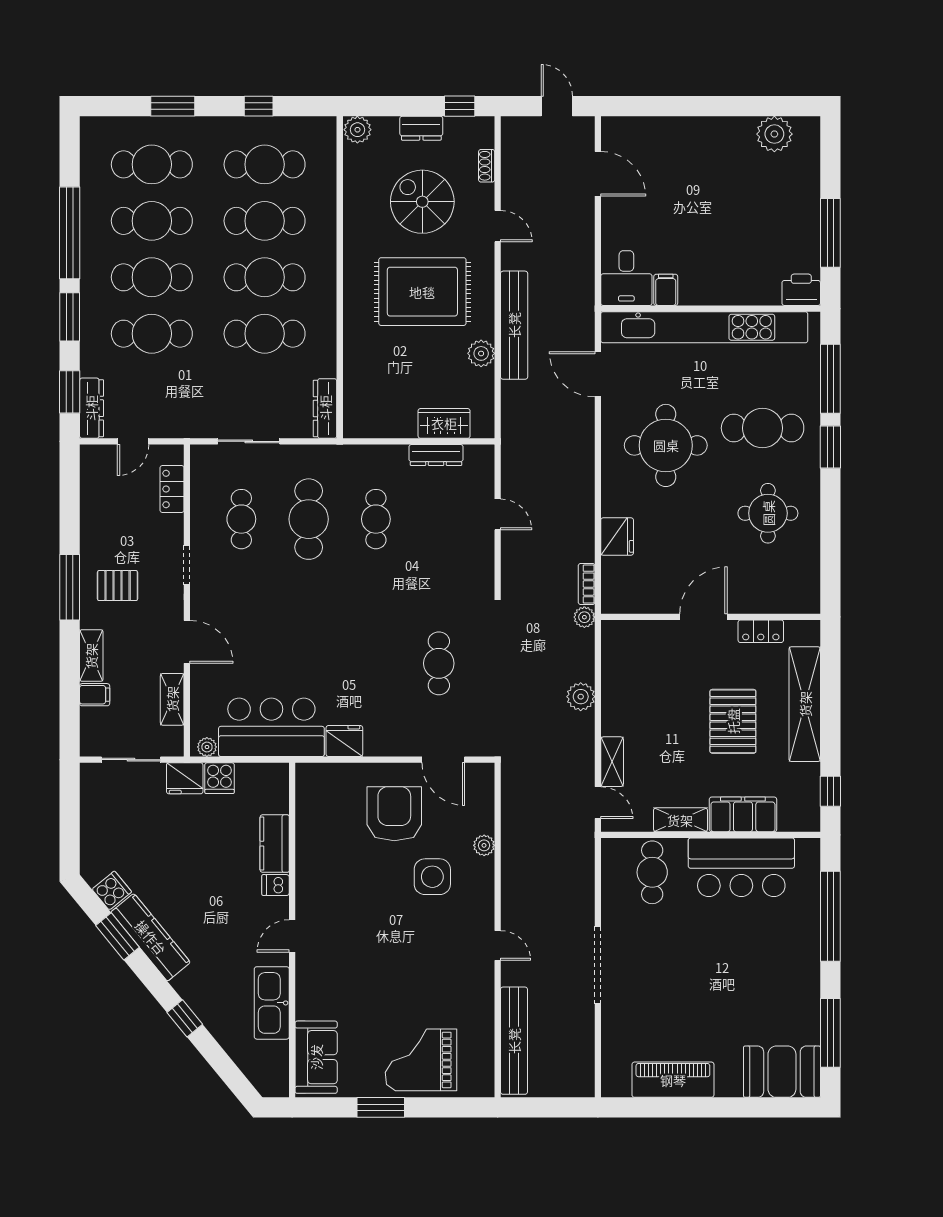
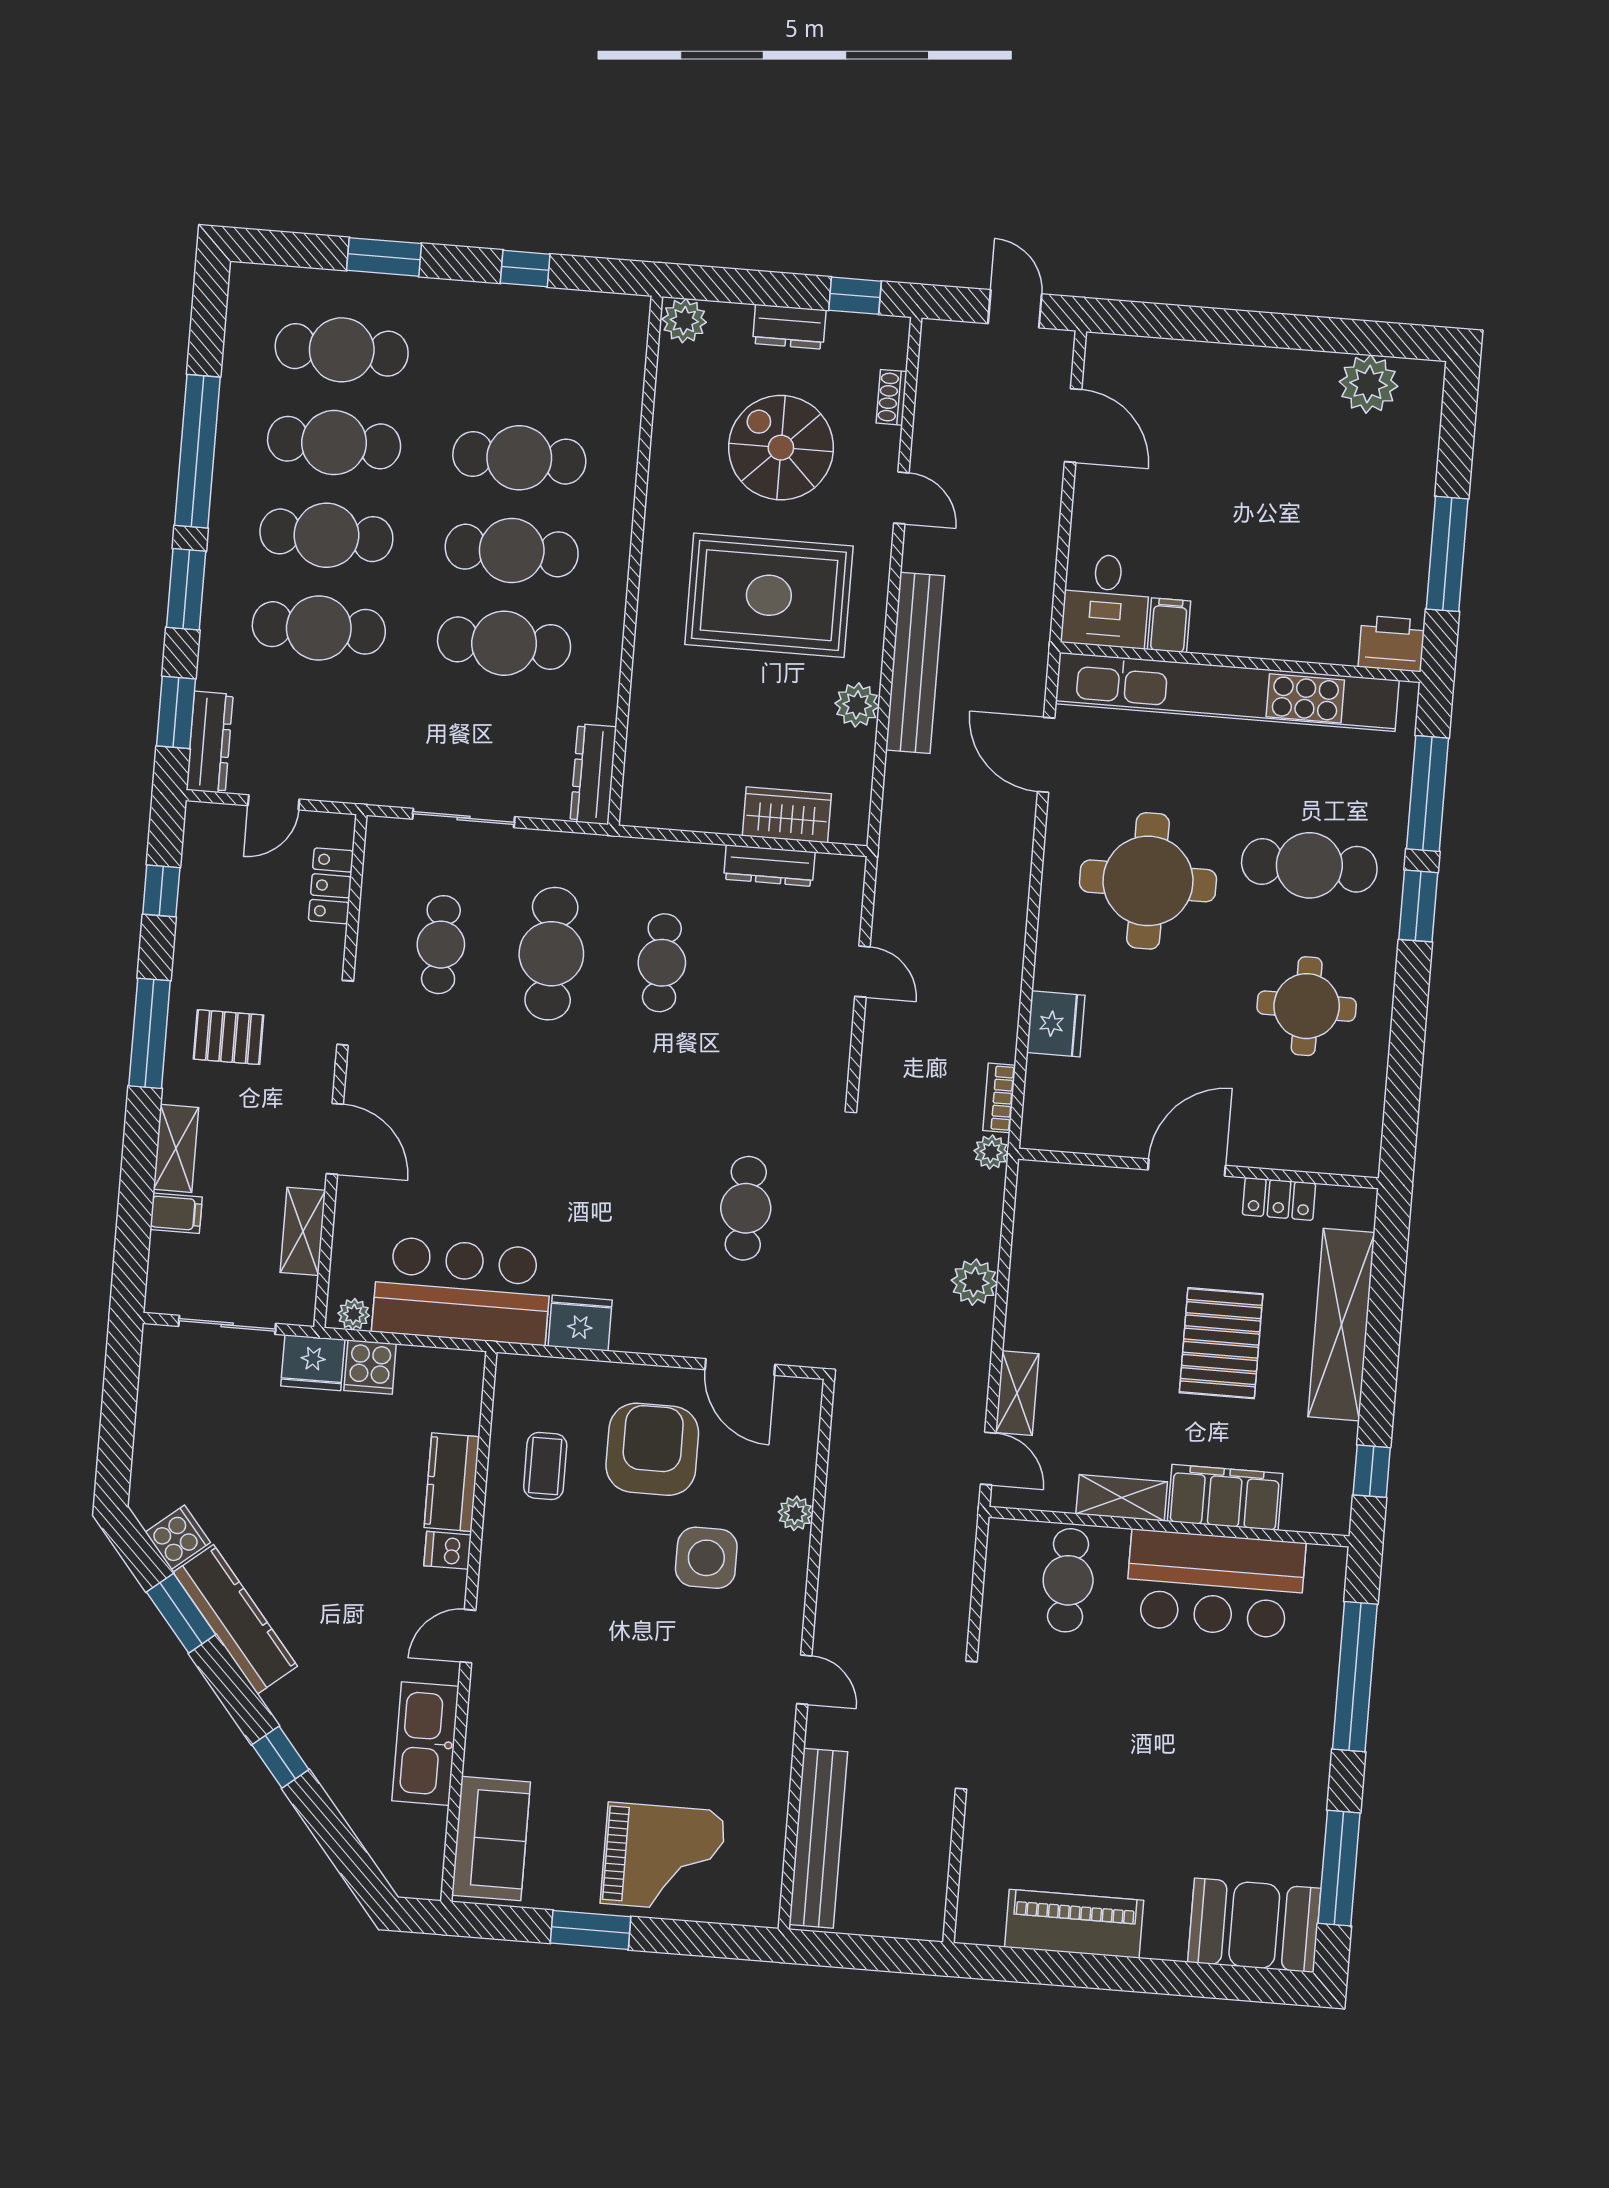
cafe table: (265, 164) -> (527, 365), removed
window: (70, 501) -> (161, 891), added
coffee table: (330, 829) -> (545, 1466), added
grand piano: (421, 1060) -> (663, 1857), turned 180

